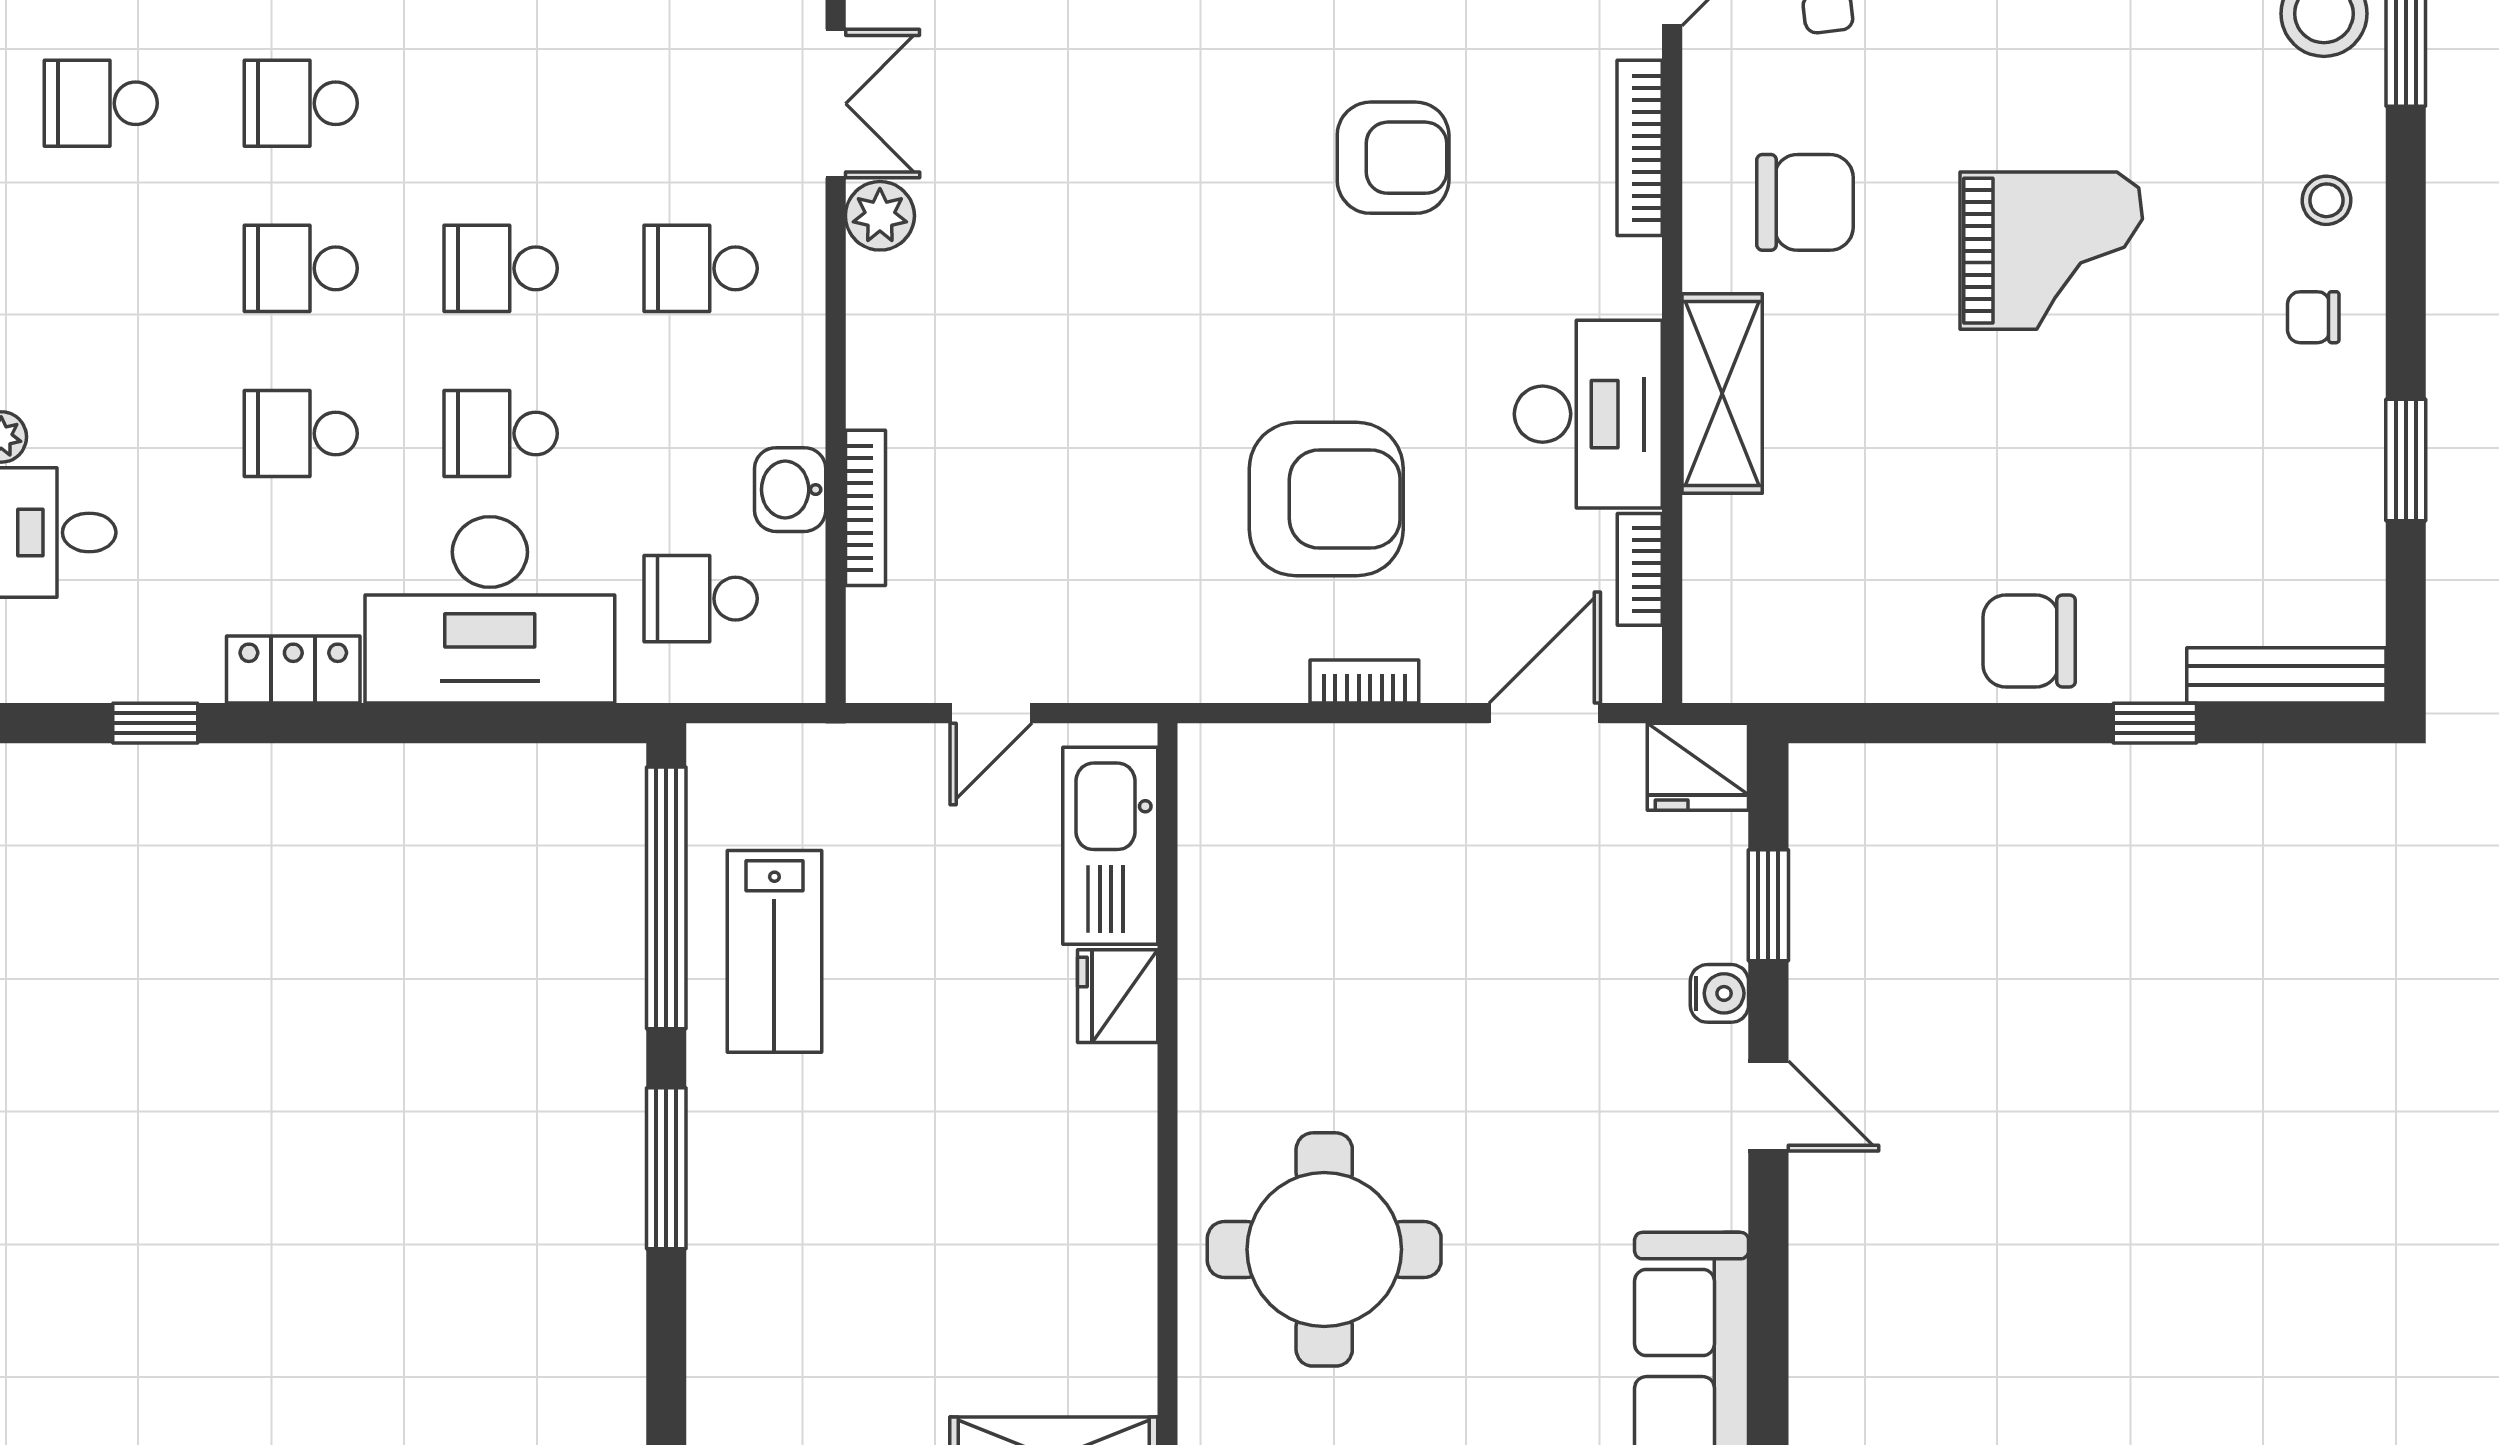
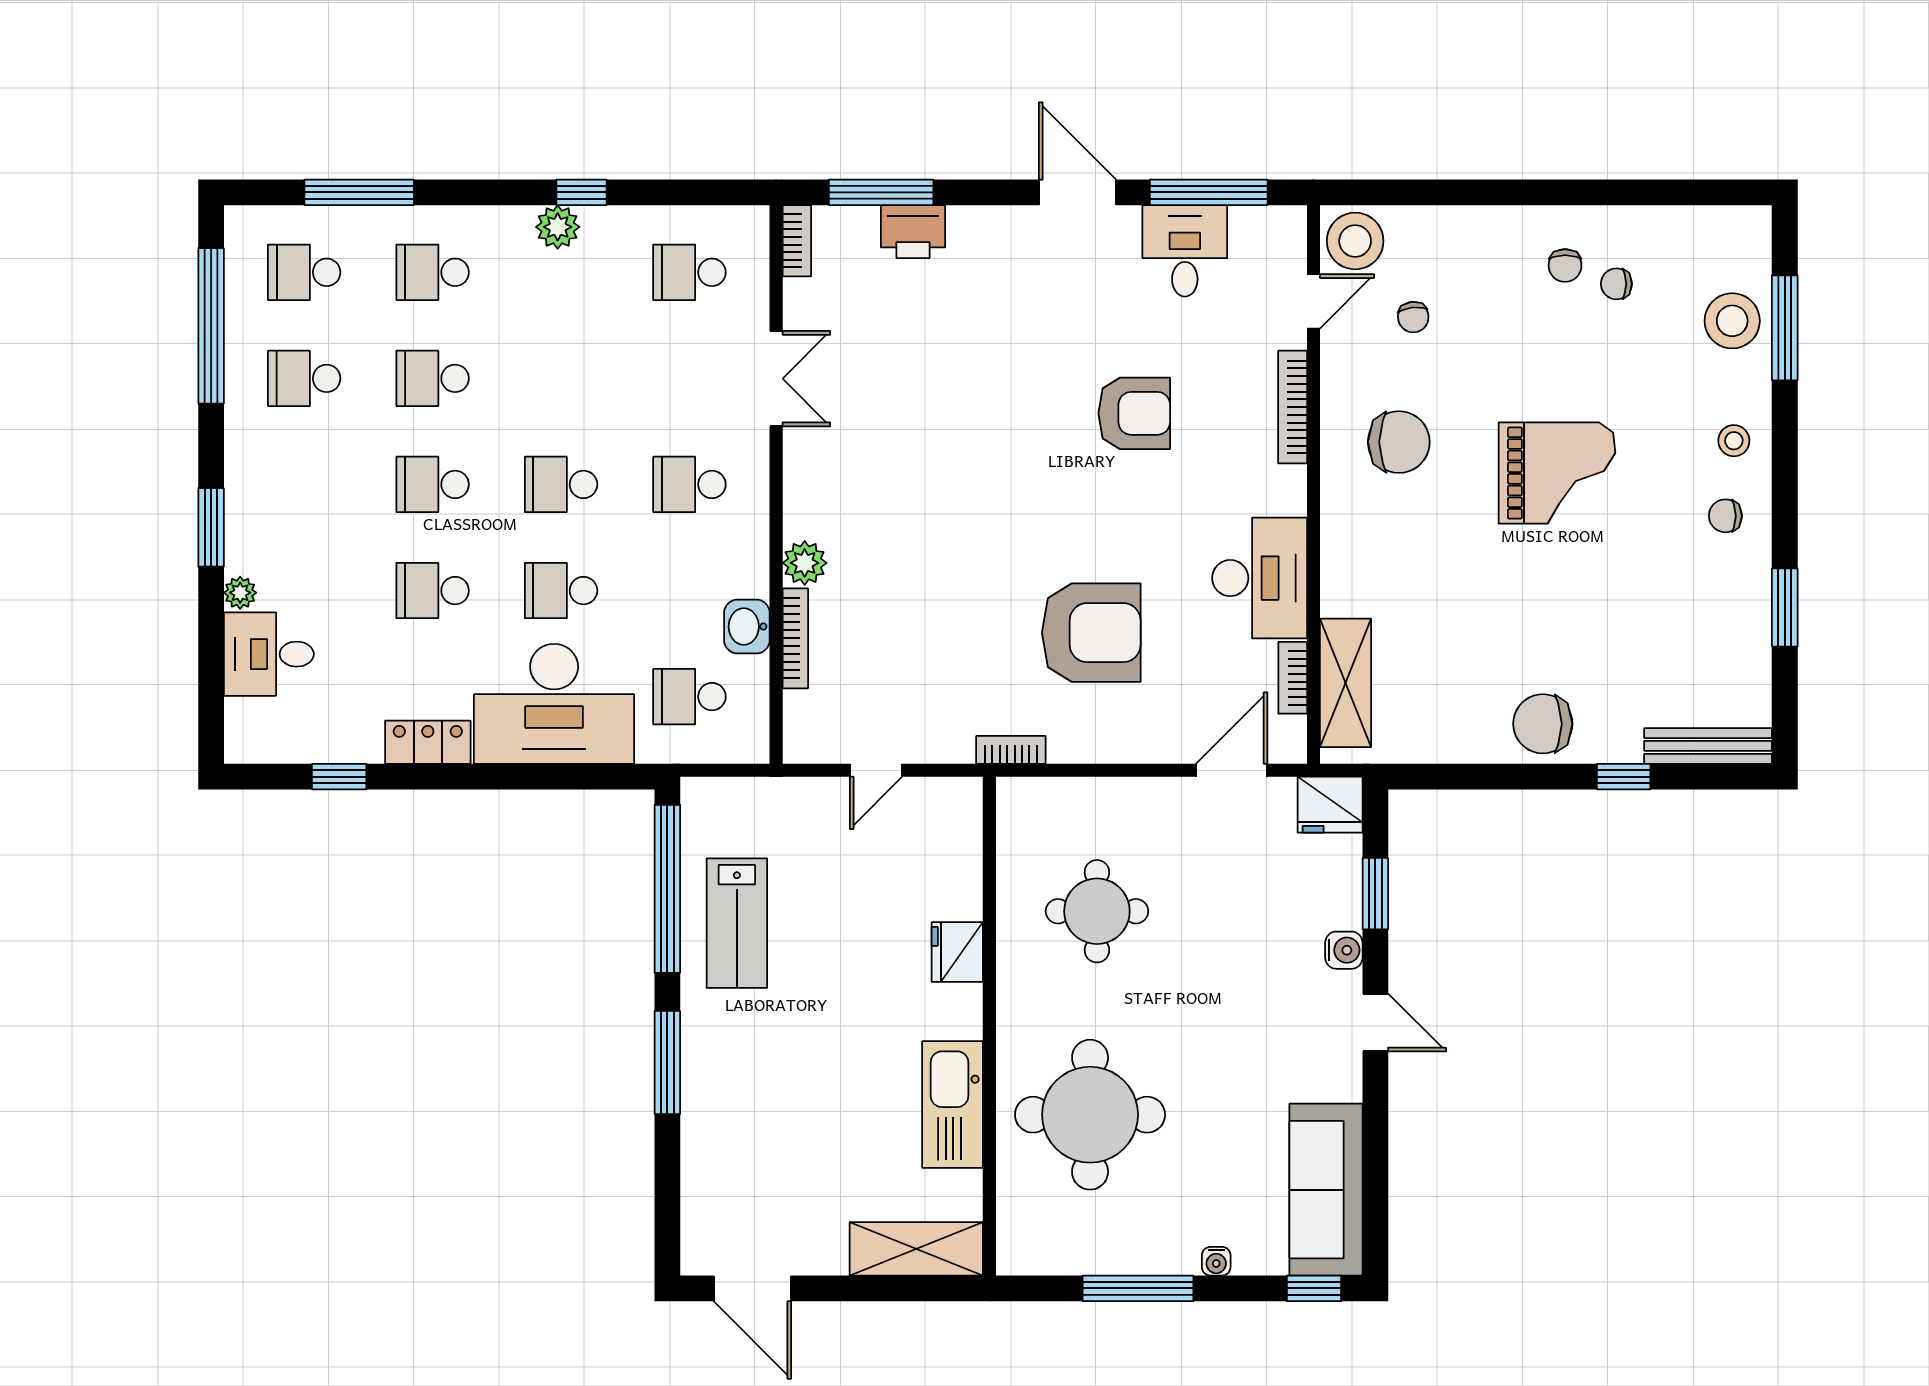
plant: (880, 216) -> (805, 563), moved
shelving: (1722, 393) -> (1346, 683), moved
bookcase: (1364, 682) -> (1011, 750), moved
kitchen sink: (1110, 846) -> (953, 1105), moved
round table: (1335, 933) -> (1097, 911), added

